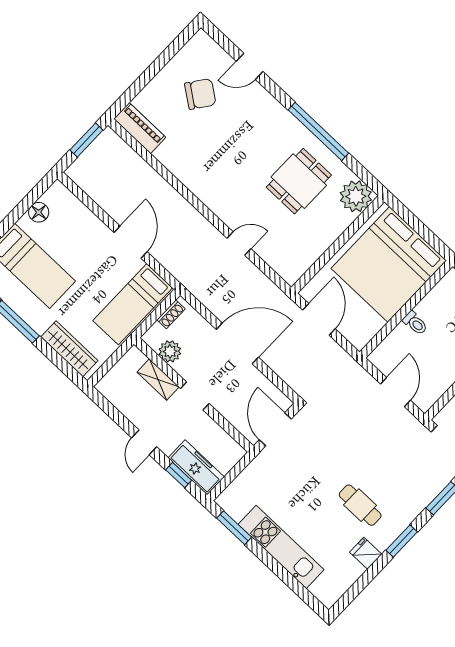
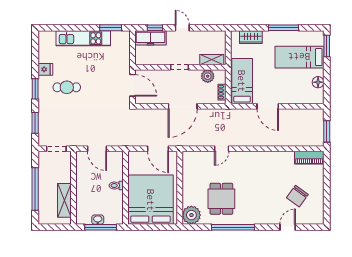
wardrobe: (69, 349) -> (251, 37), width x0.67
shelving: (158, 379) -> (212, 60), moved

